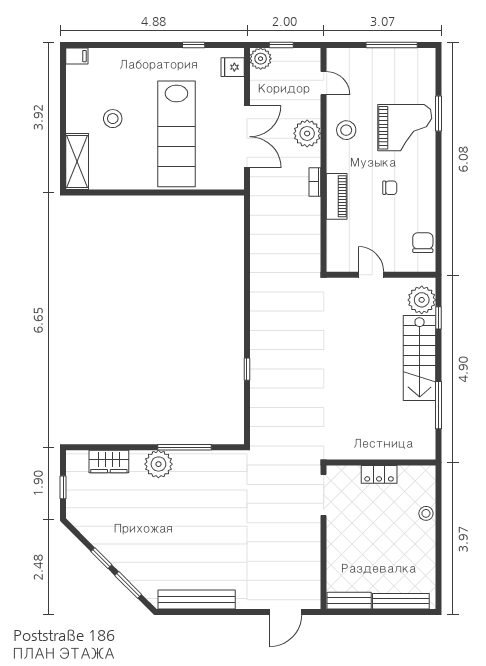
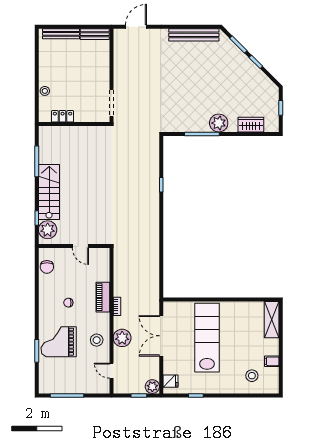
filing cabinet: (77, 56) -> (272, 361), moved
stool: (113, 119) -> (252, 376), moved
locker: (379, 474) -> (63, 116), moved

